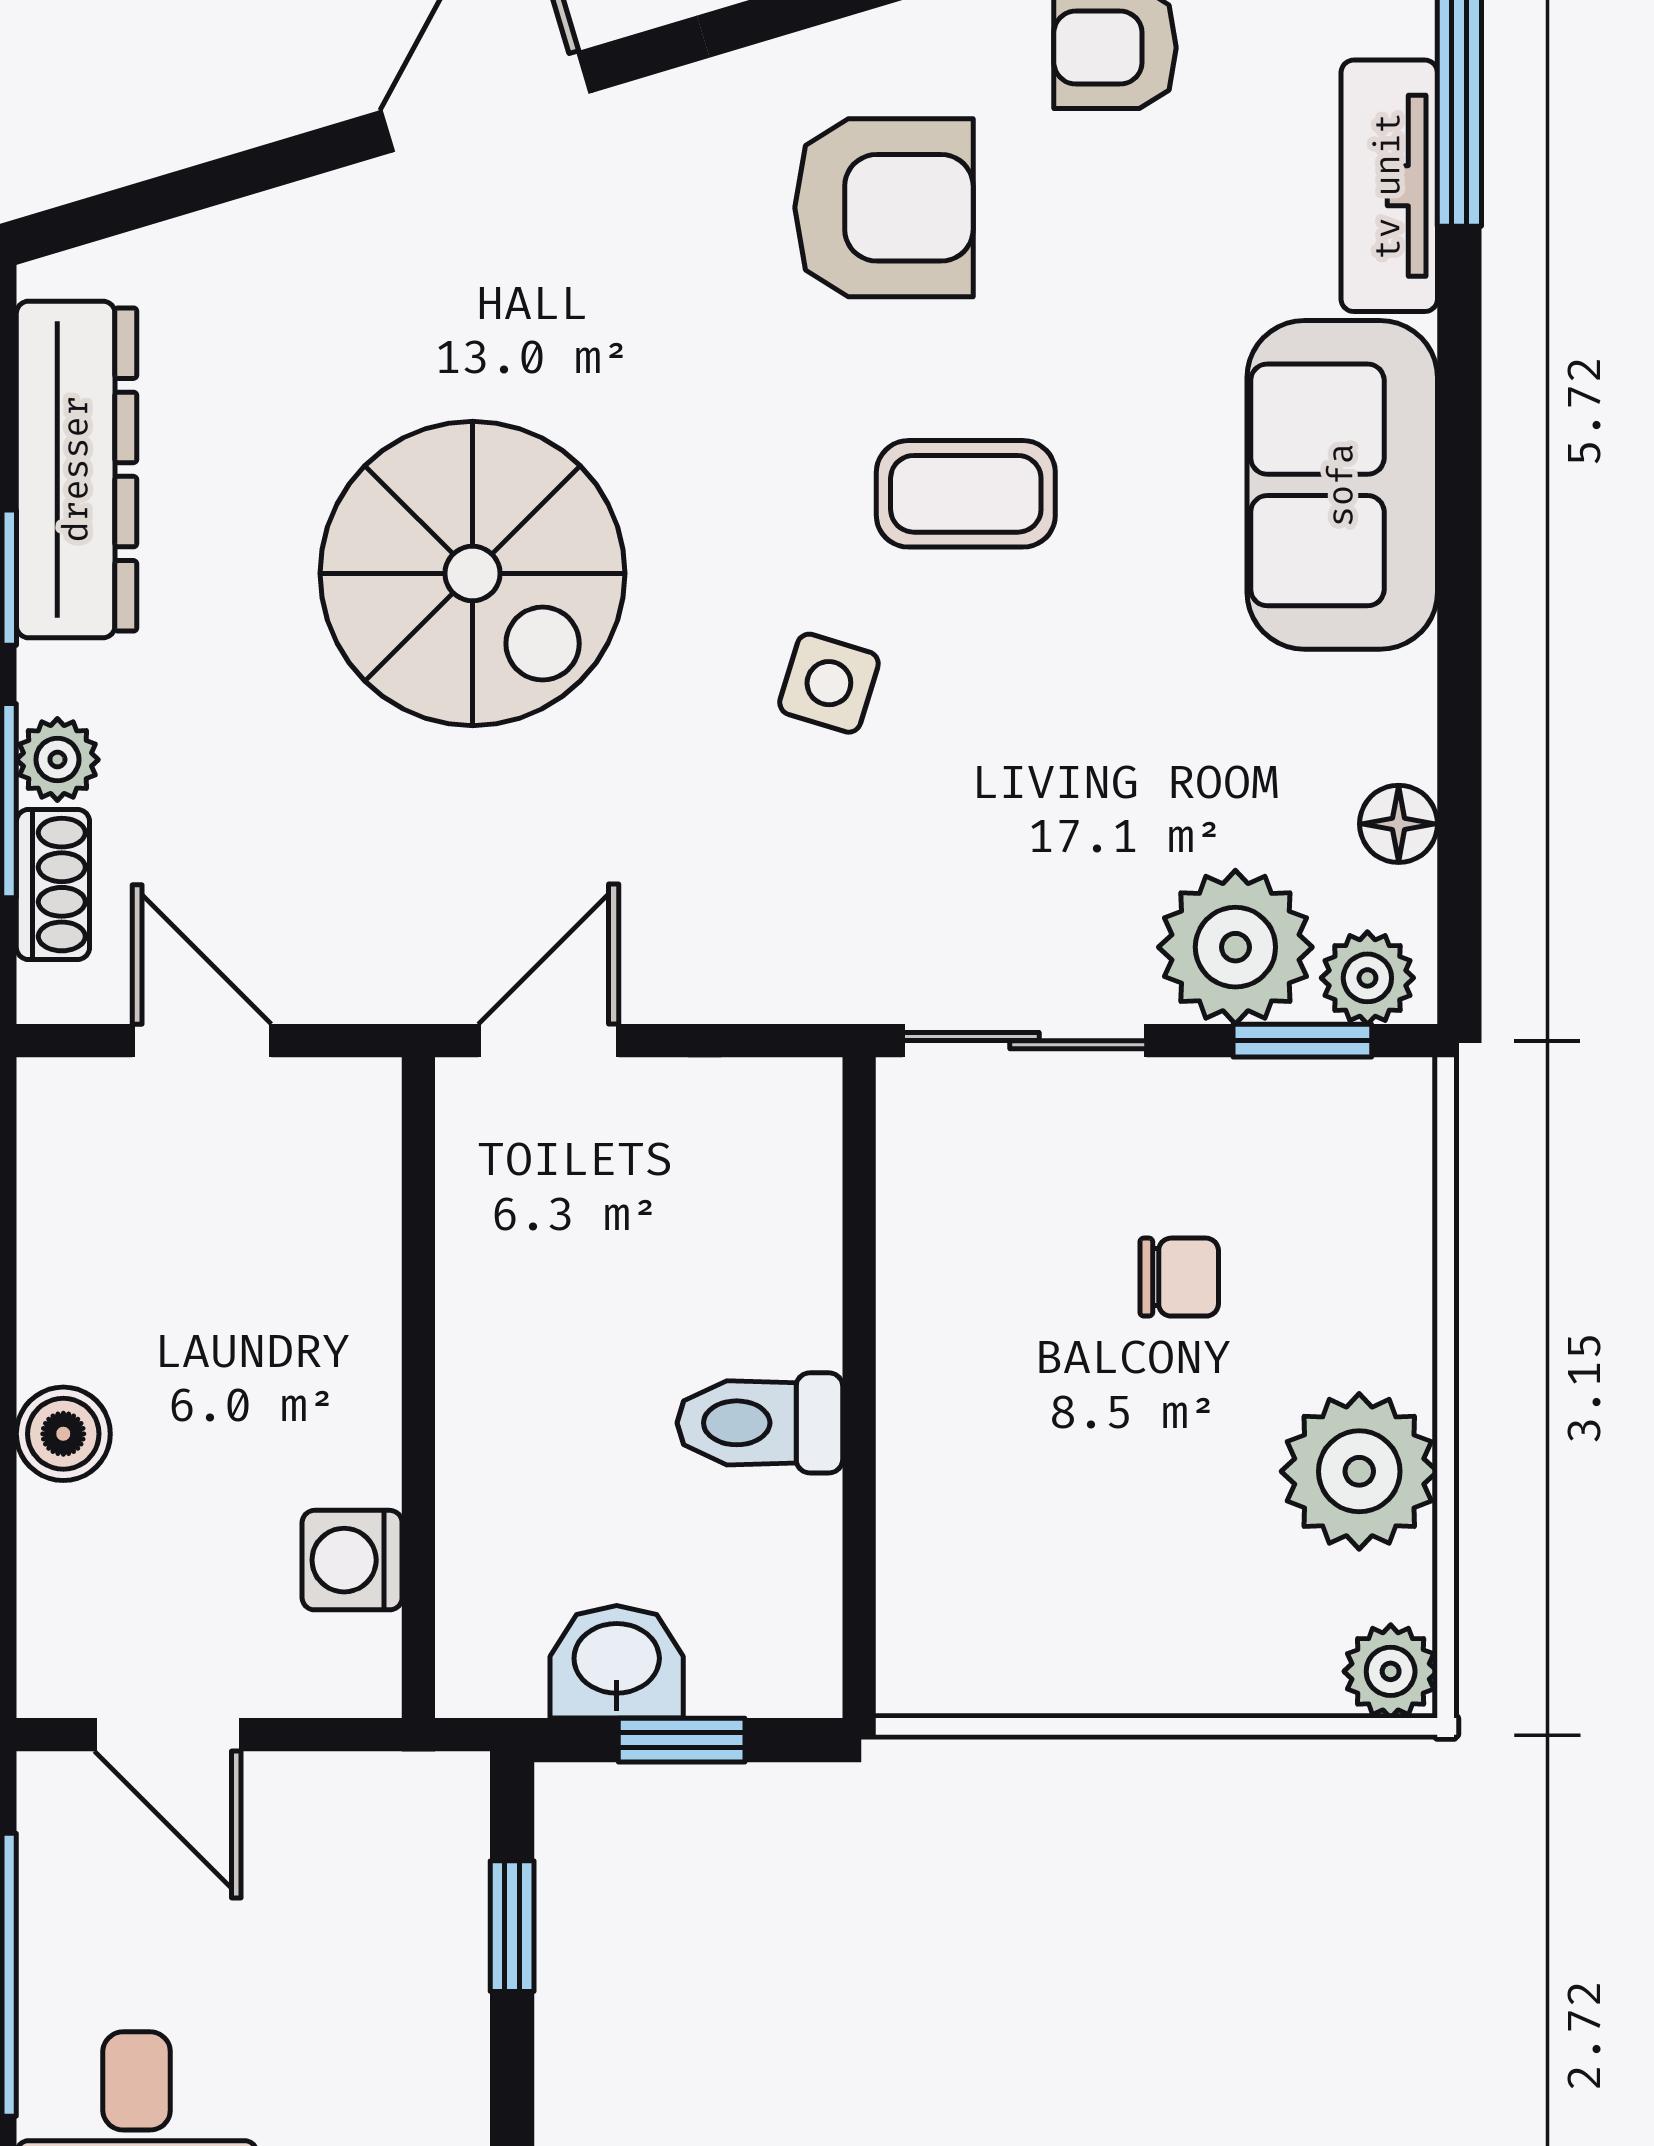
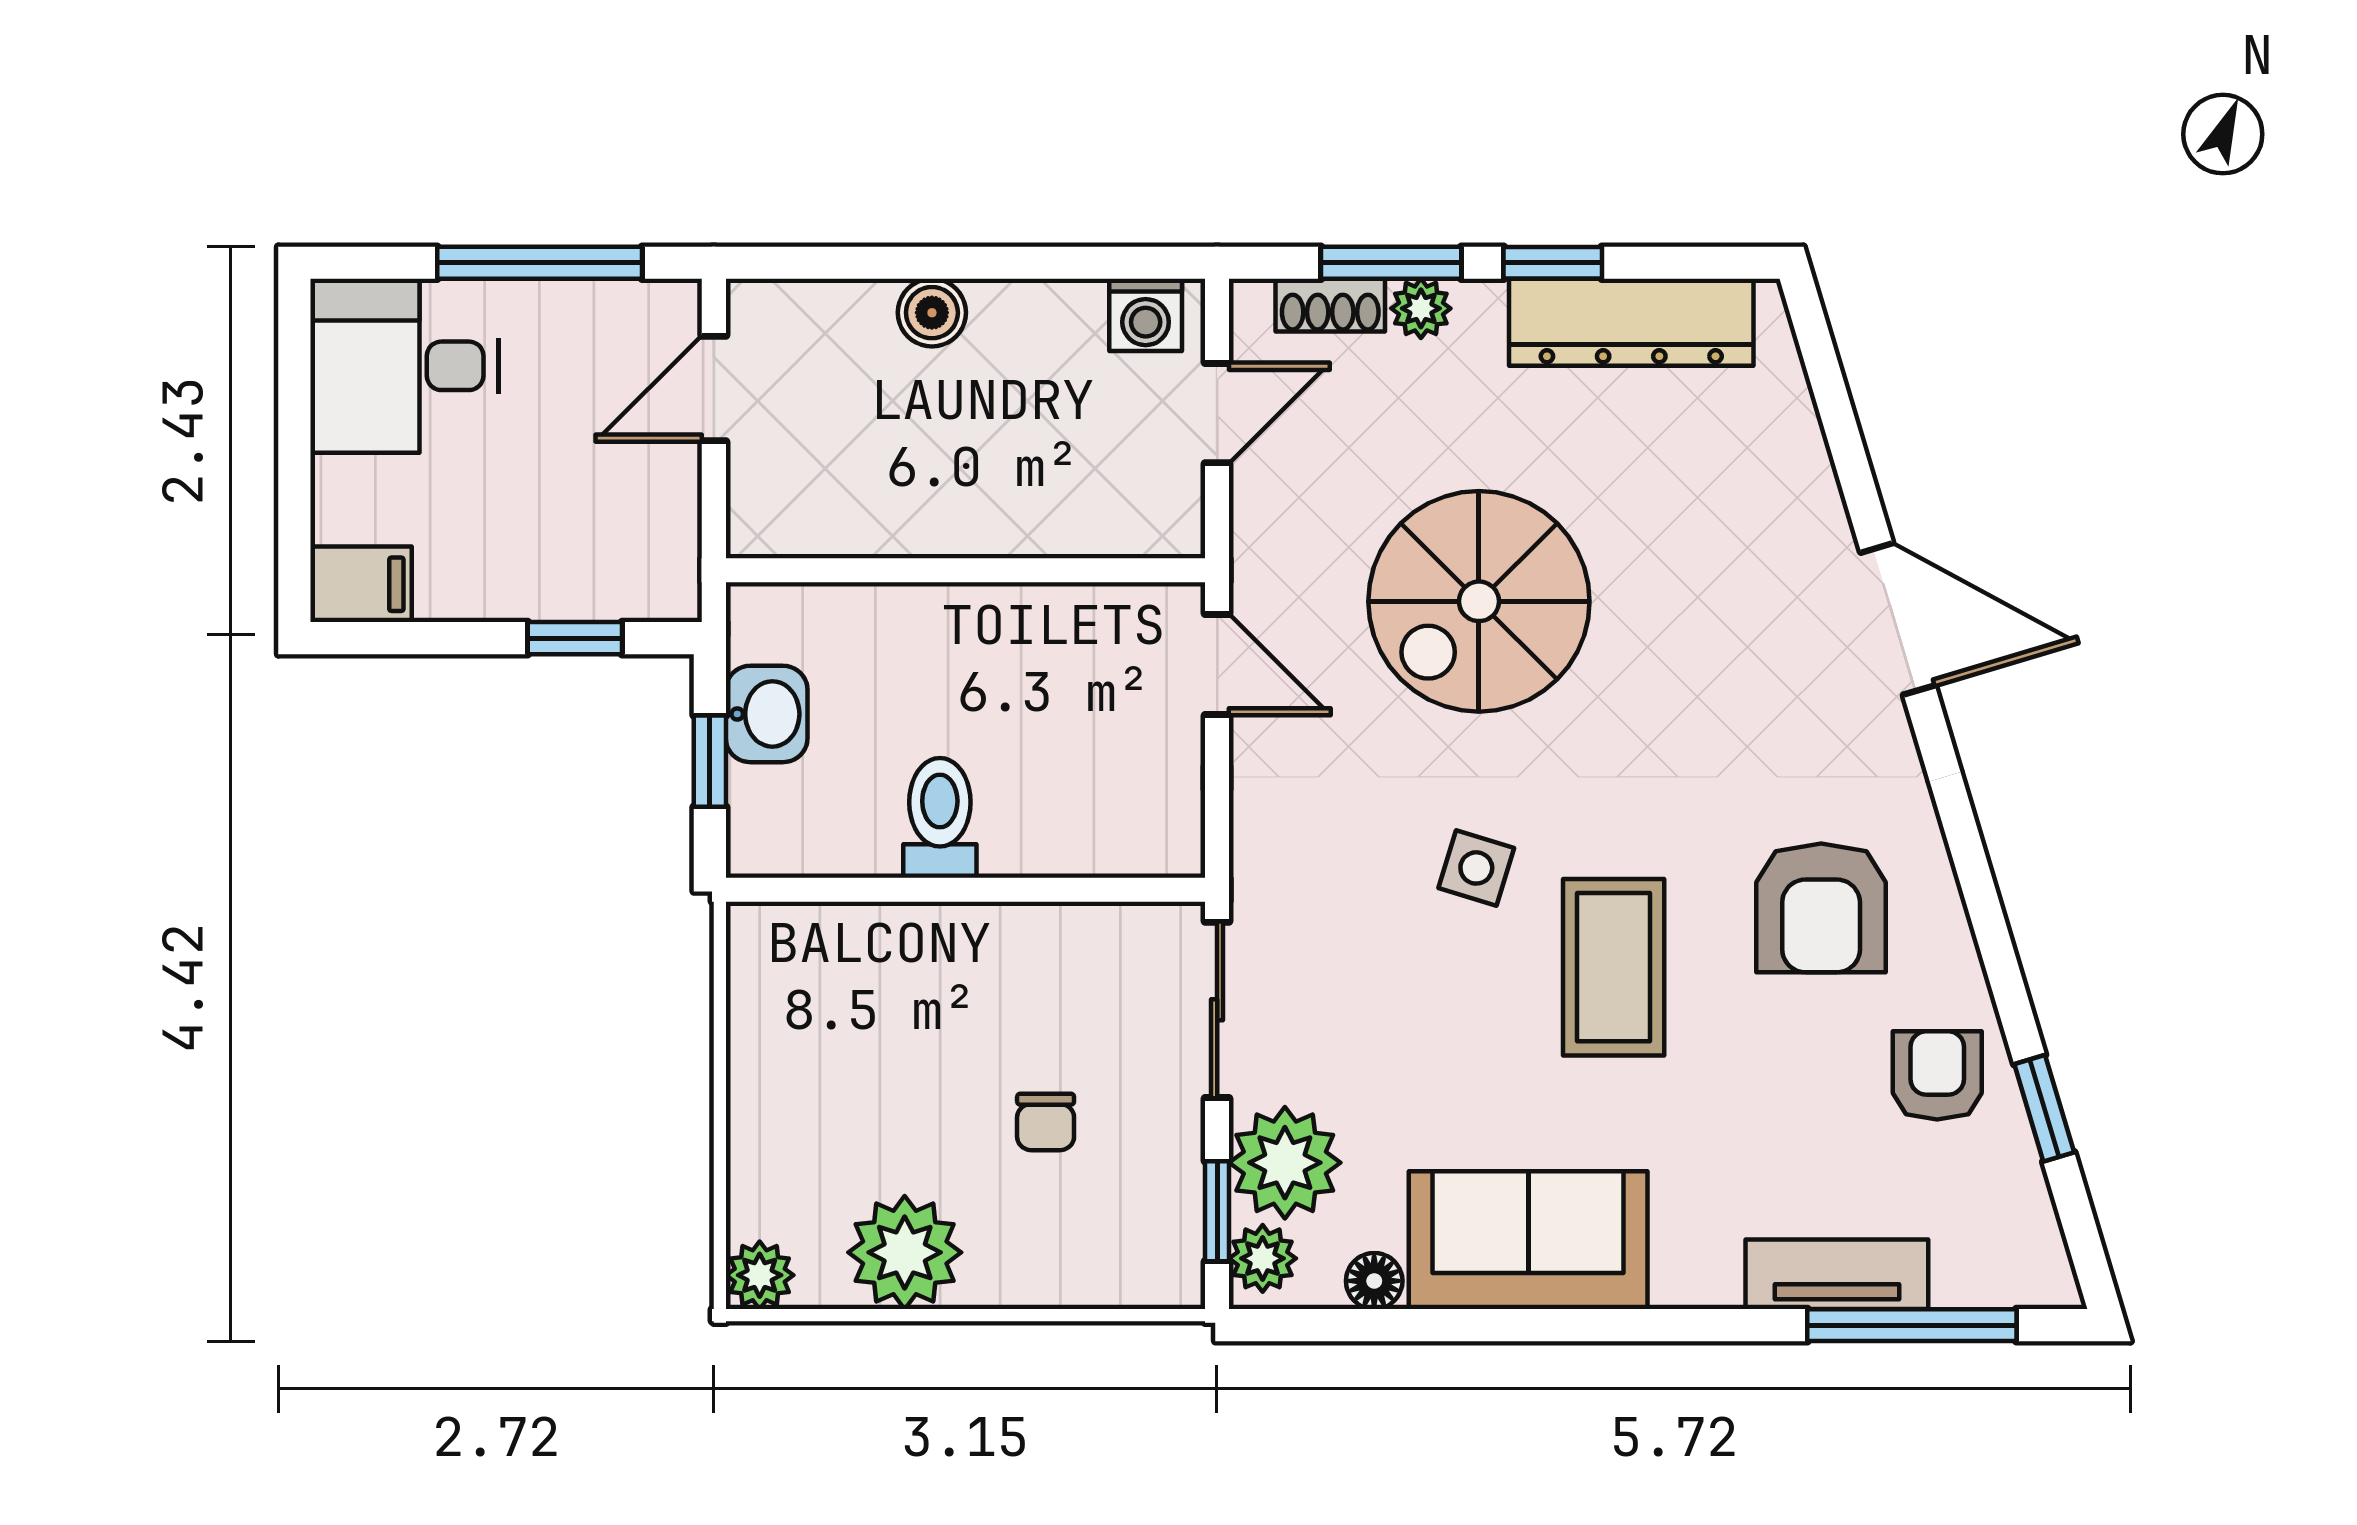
sofa: (1342, 485) -> (1528, 1240), moved
coffee table: (966, 494) -> (1614, 967), width x1.36, depth x1.30
spiral stairs: (473, 573) -> (1479, 601), moved
washing machine: (352, 1560) -> (1146, 315), moved, turned 180

